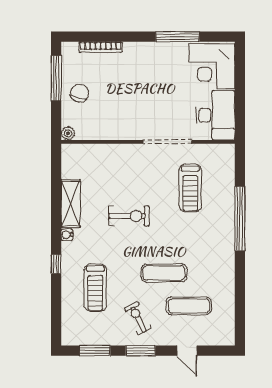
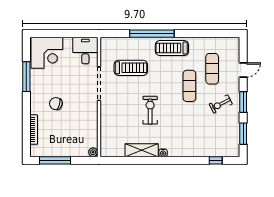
chair: (80, 93) -> (56, 104), moved
desk: (215, 115) -> (85, 50), width x0.73
window: (56, 264) -> (216, 160), moved
treadmill: (95, 288) -> (172, 48), moved, turned 180

